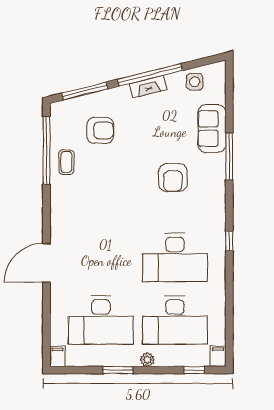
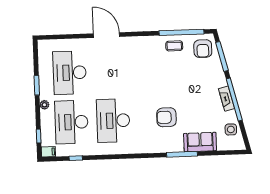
armchair: (100, 130) -> (203, 49), moved
window: (229, 241) -> (76, 158), moved
filing cabinet: (57, 357) -> (44, 45), removed

